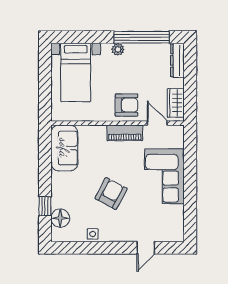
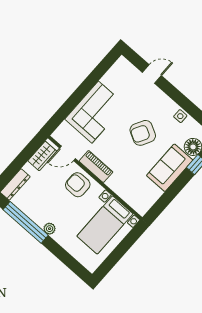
bed with nightstands: (76, 72) -> (105, 225), moved, turned 180
door: (157, 123) -> (68, 153), hinge flipped
sofa: (64, 148) -> (170, 168), moved

